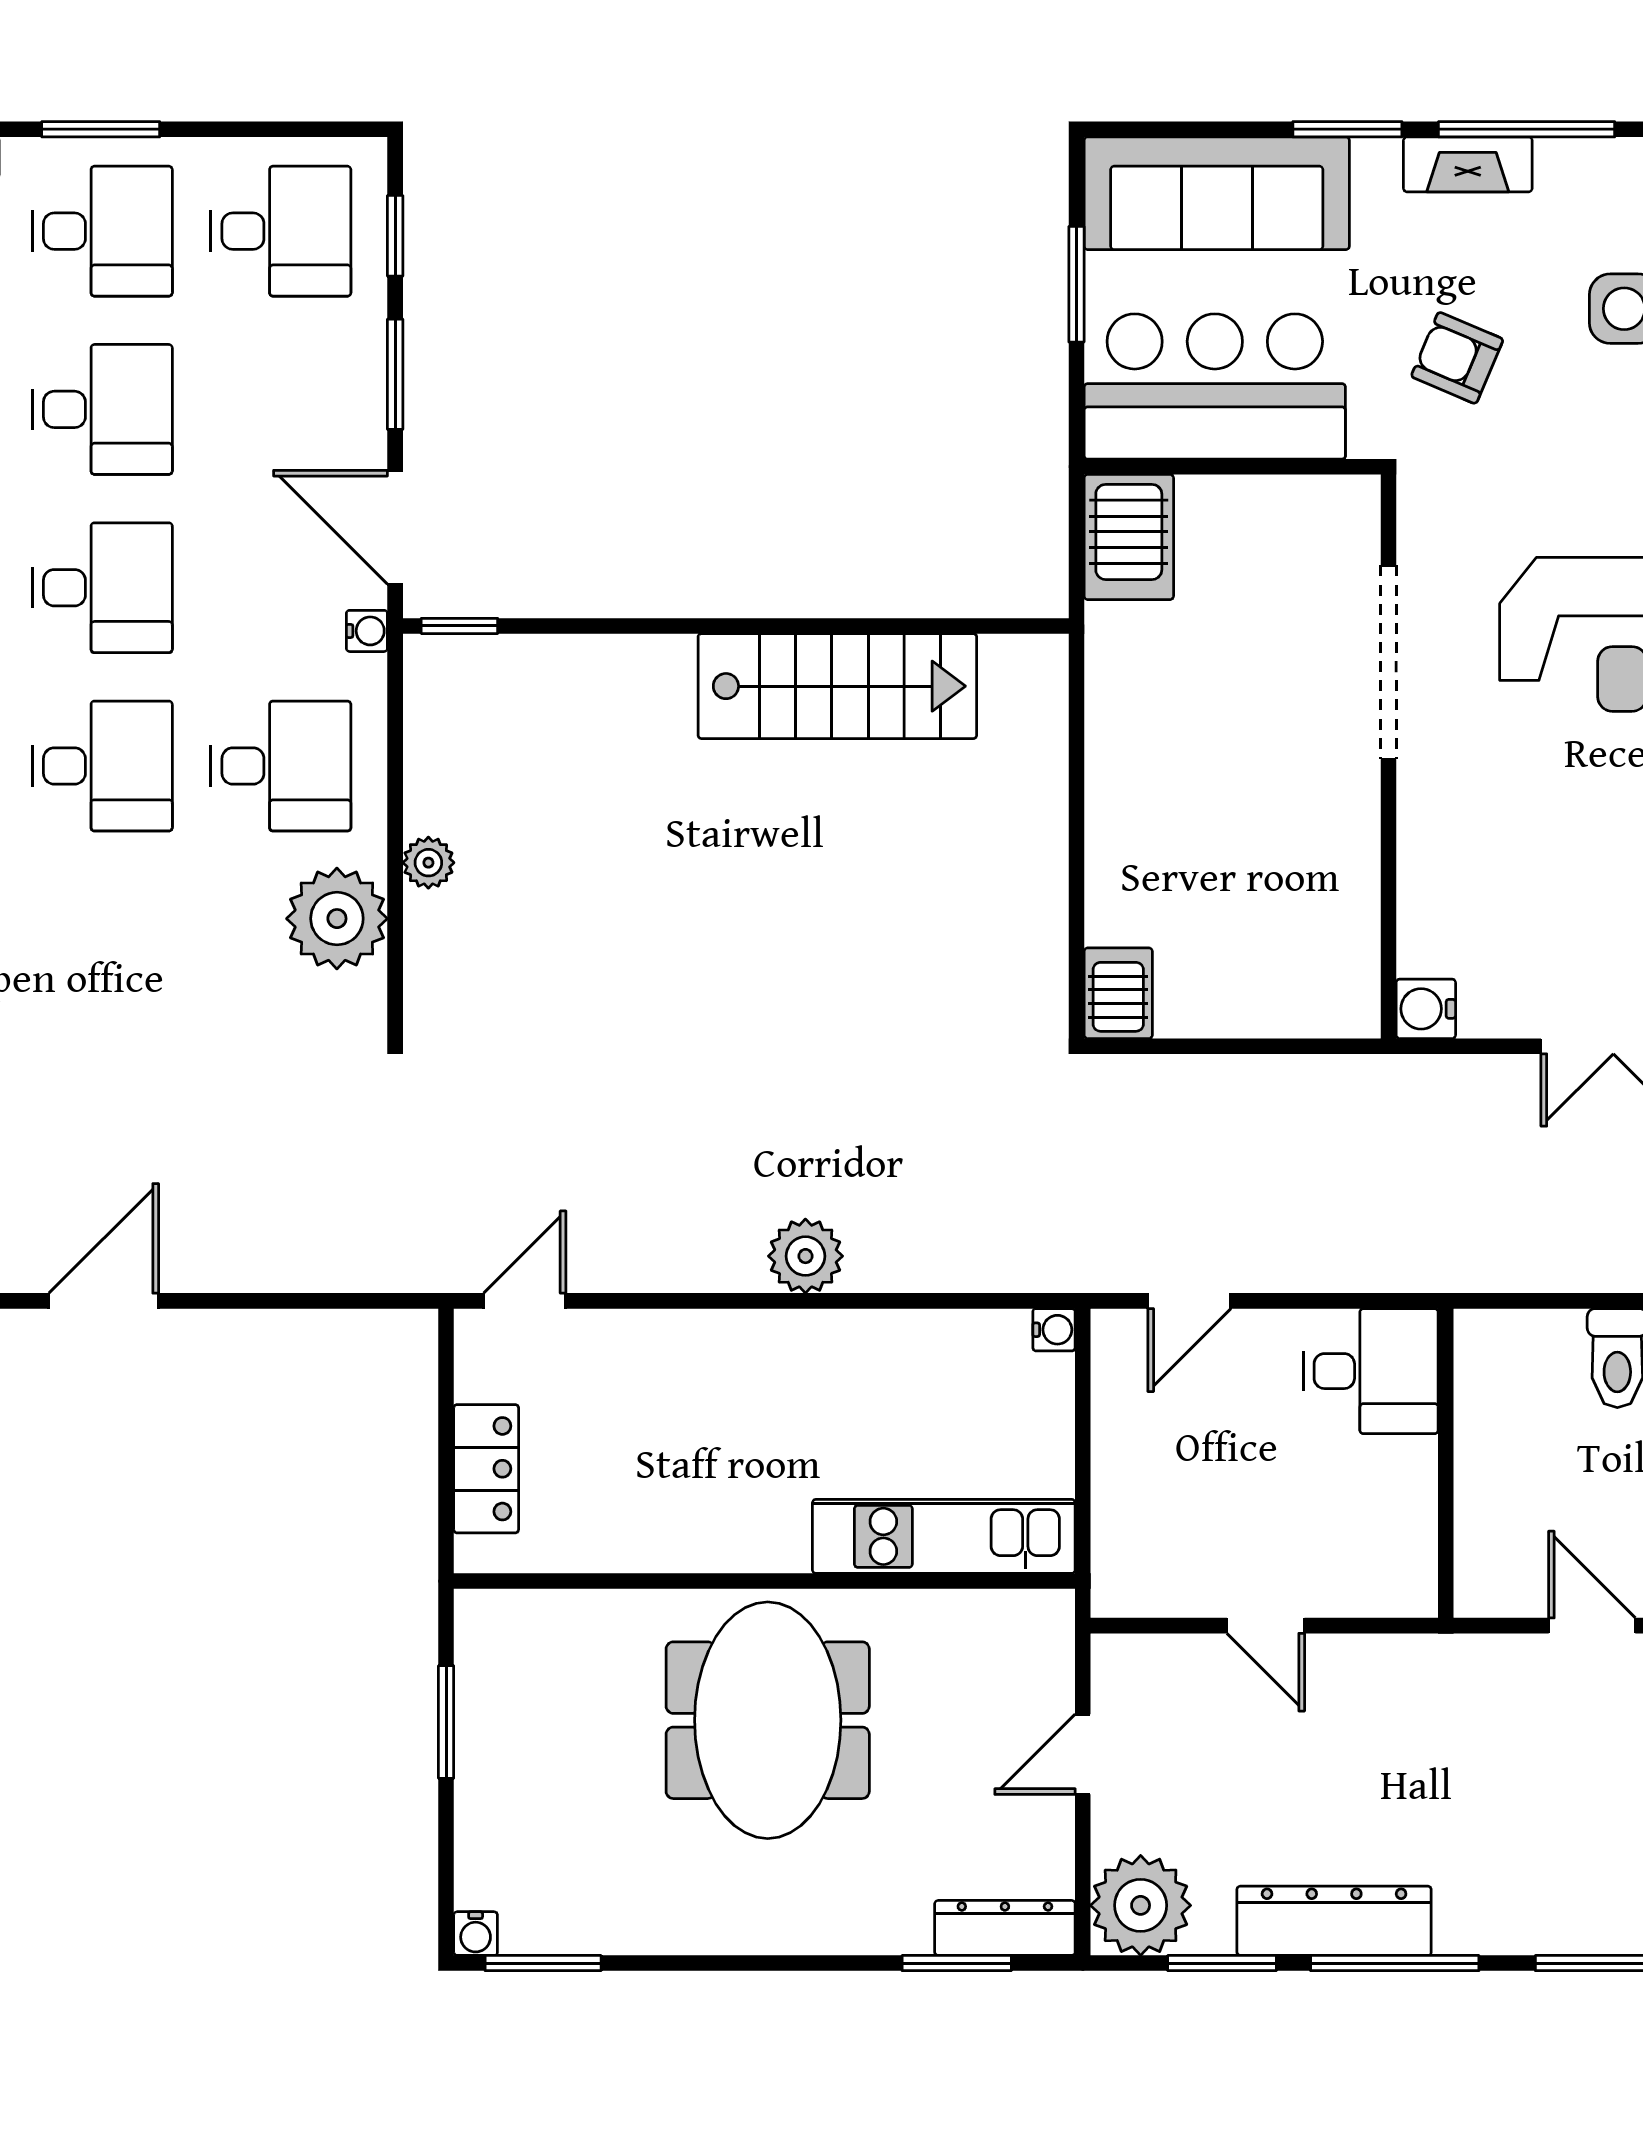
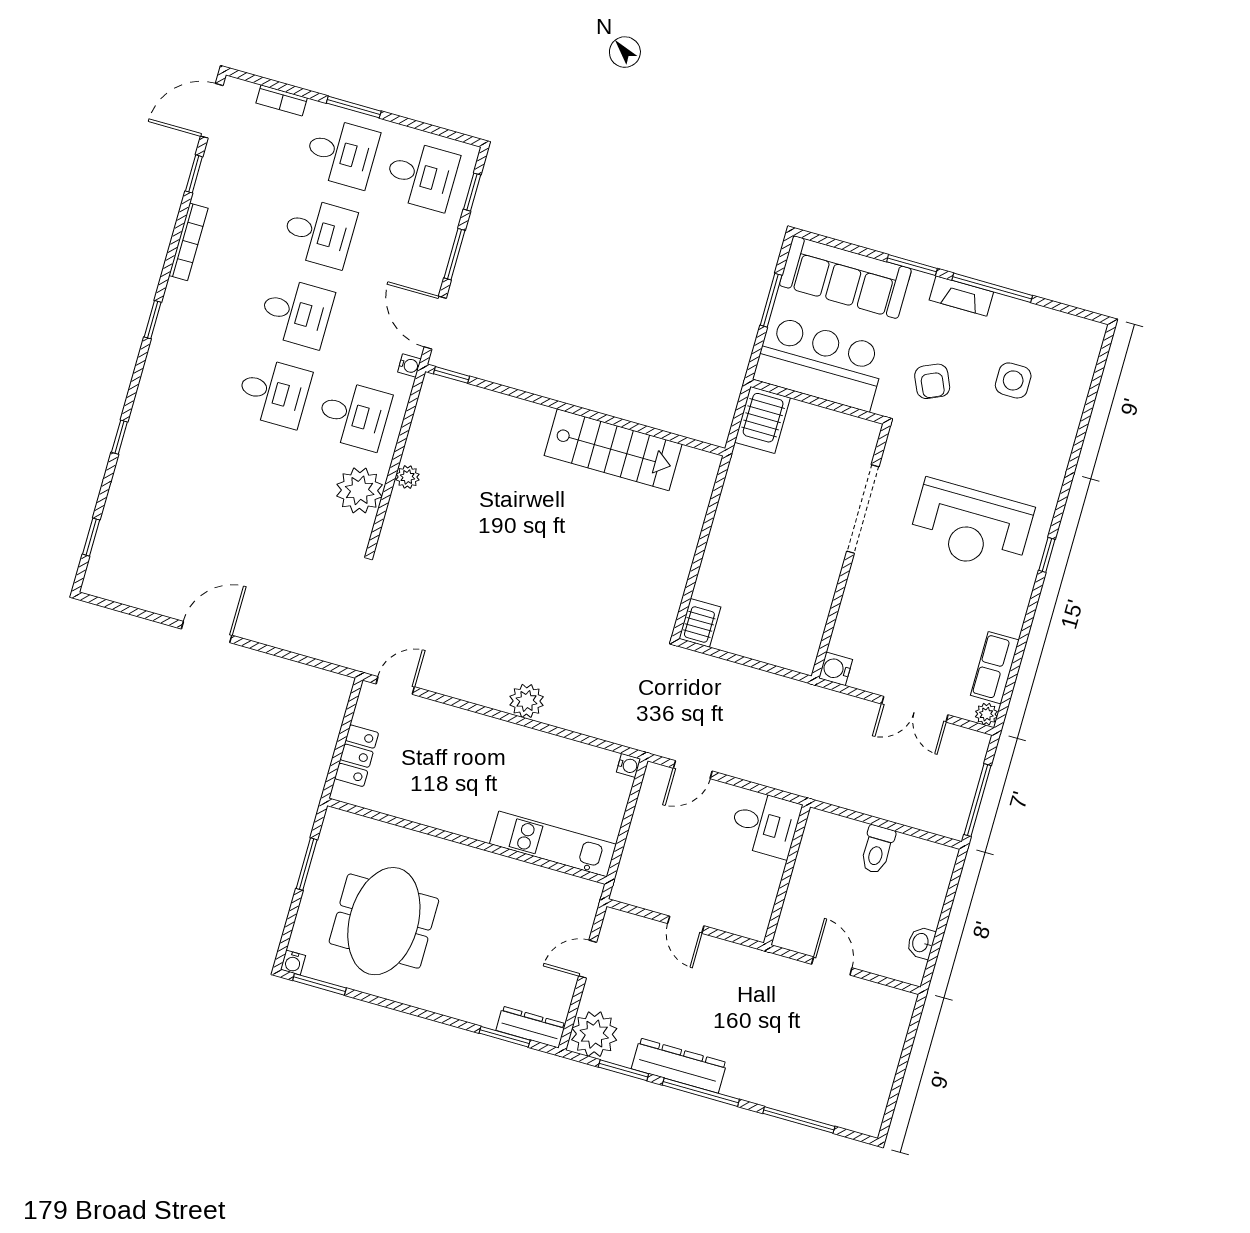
armchair: (1457, 358) -> (932, 381), turned -137
meeting table: (768, 1720) -> (384, 921), moved

